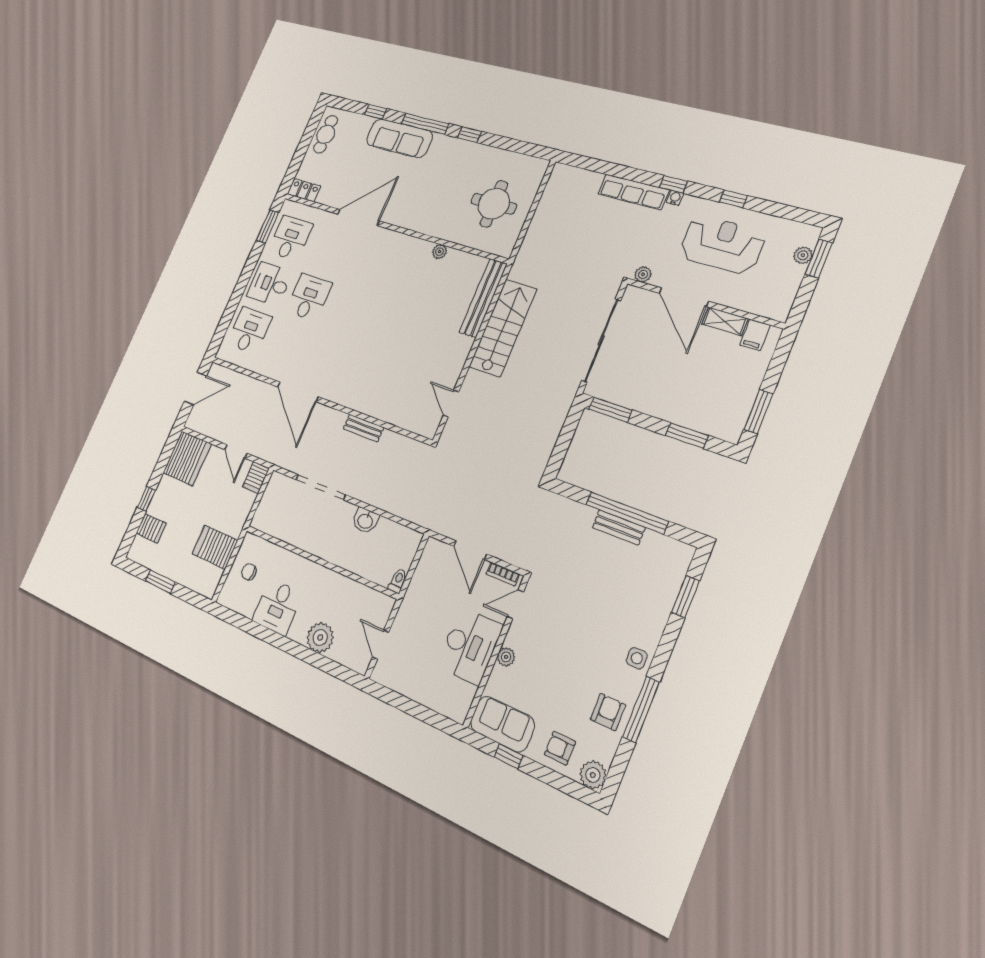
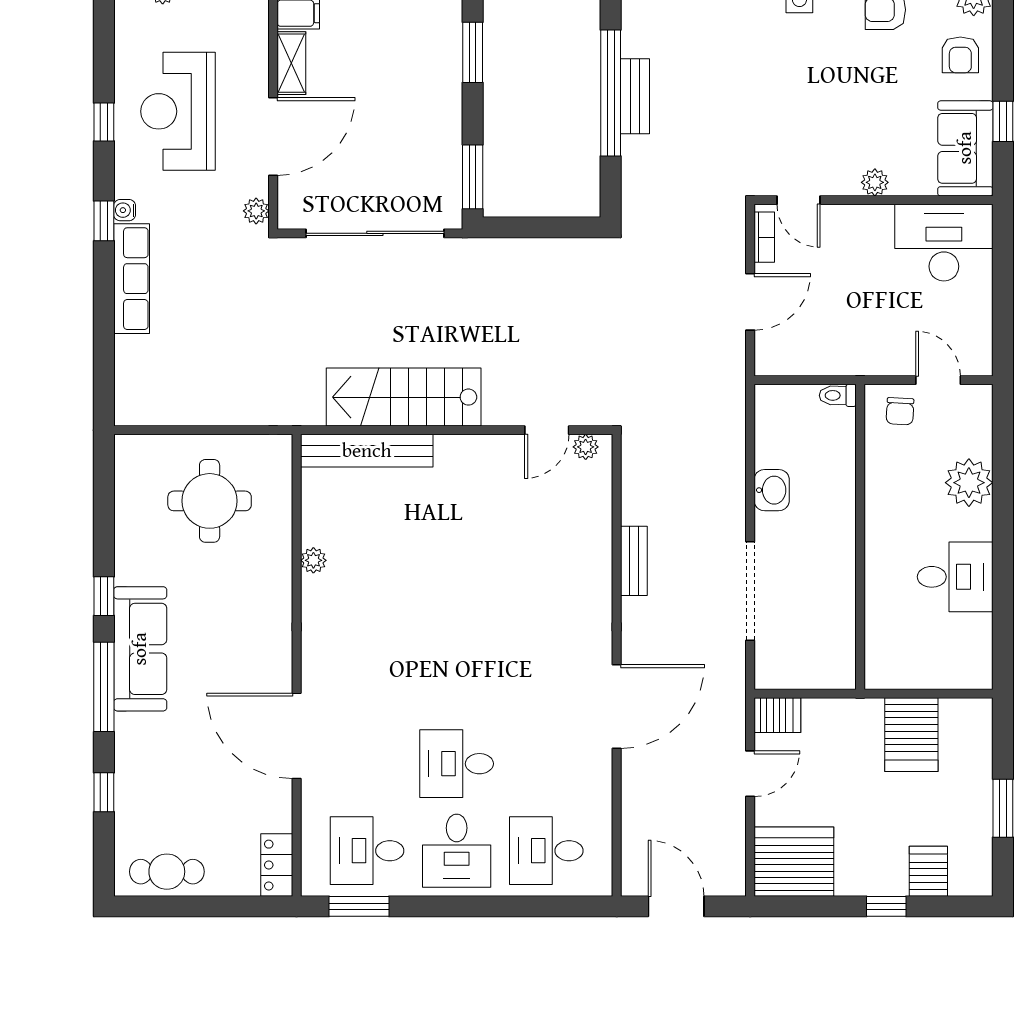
sofa: (399, 138) -> (140, 649), moved
plant: (433, 423) -> (586, 447), added
chair: (249, 572) -> (900, 411), moved
door: (381, 645) -> (938, 380), swing flipped
desk: (470, 646) -> (944, 243), moved

